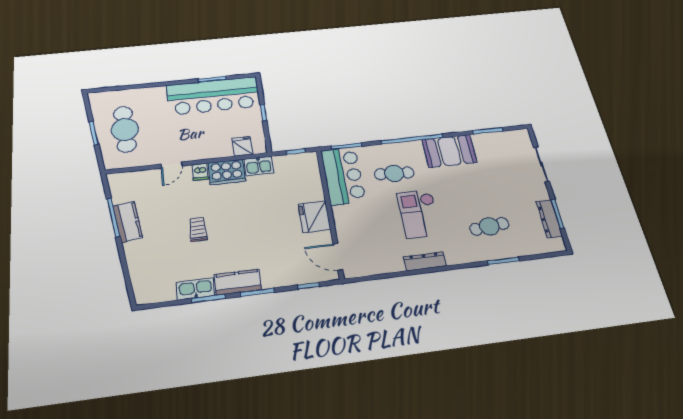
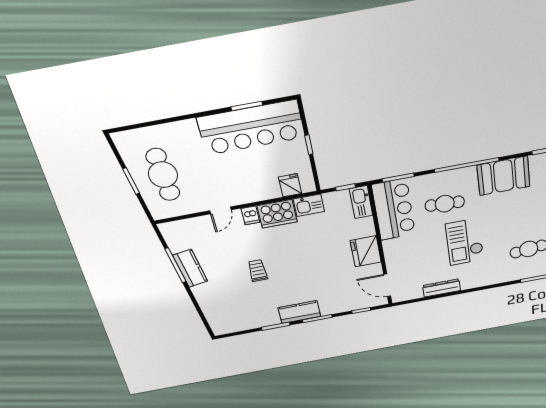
dresser: (425, 261) -> (442, 288), moved
kitchen sink: (196, 289) -> (361, 202), moved, turned -90

